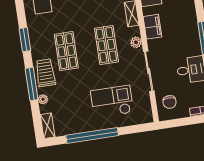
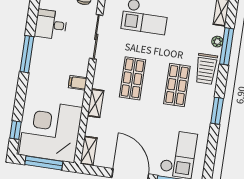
filing cabinet: (152, 27) -> (78, 83), width x0.50
plant: (136, 42) -> (100, 72), removed
window: (32, 84) -> (227, 46), moved

